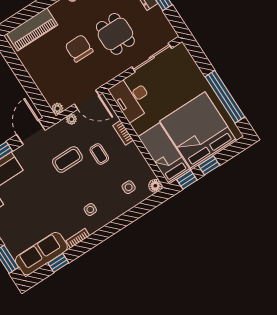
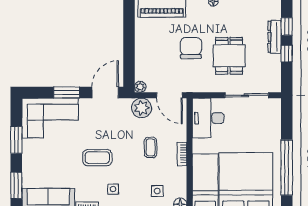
plant: (71, 119) -> (142, 108), width x1.88, depth x1.88
bookcase: (123, 133) -> (182, 154), moved
coffee table: (67, 160) -> (97, 158), moved

